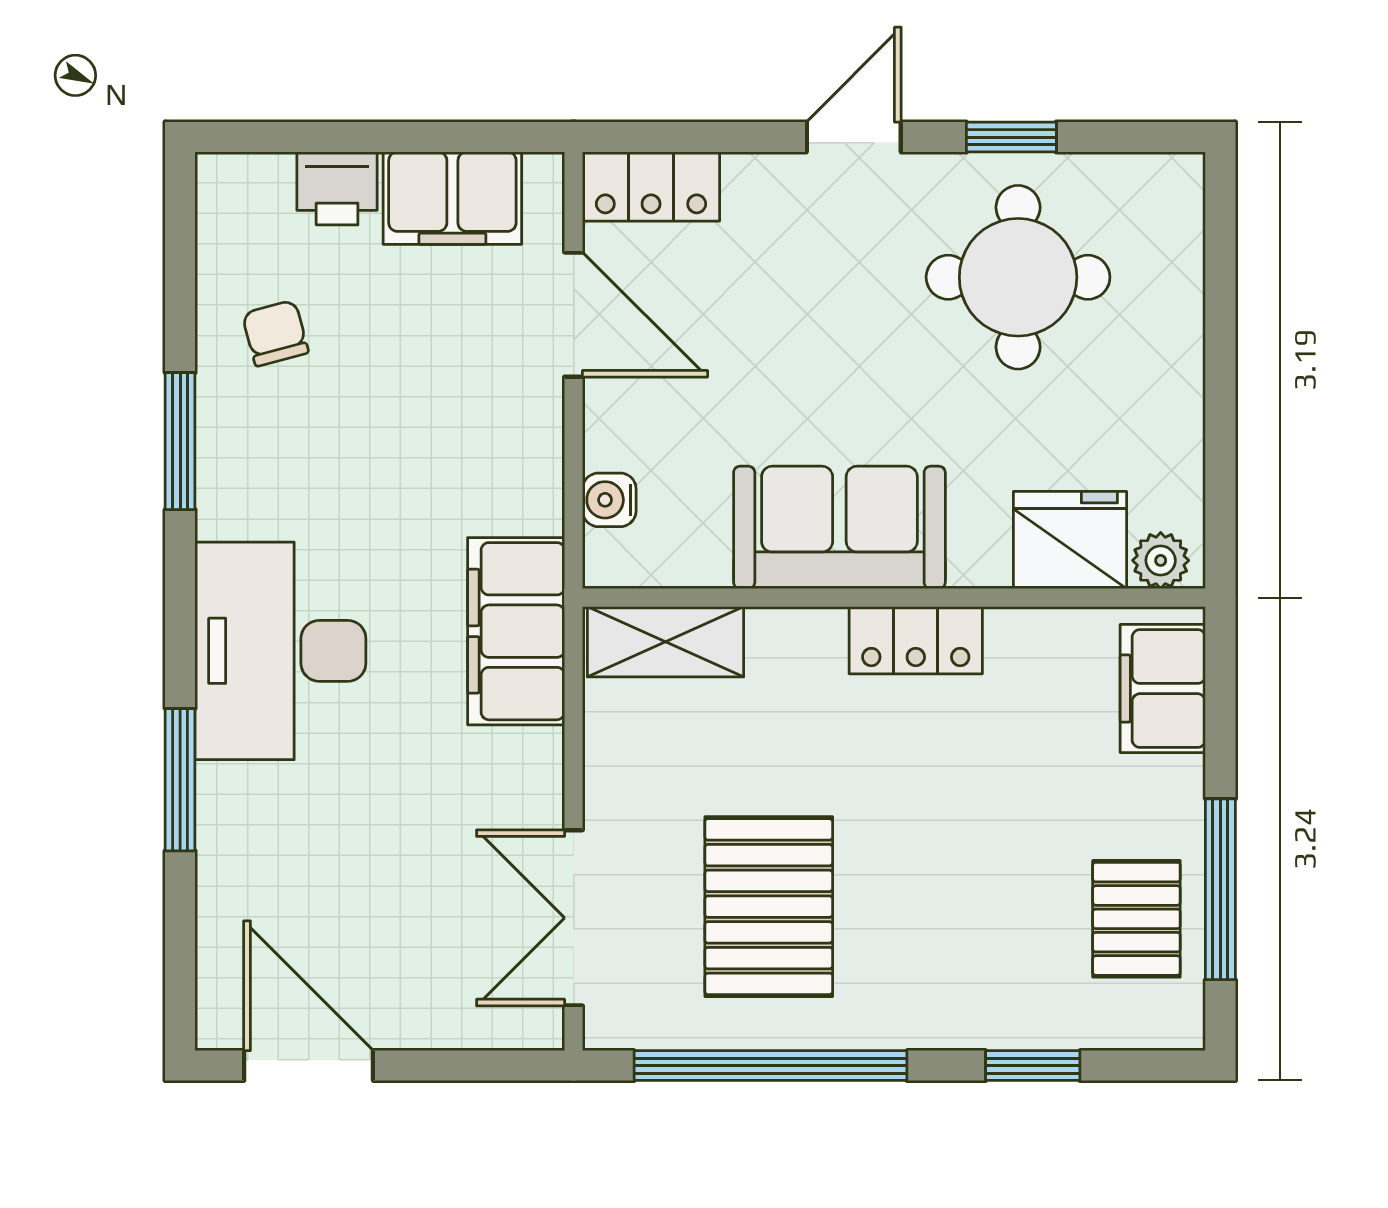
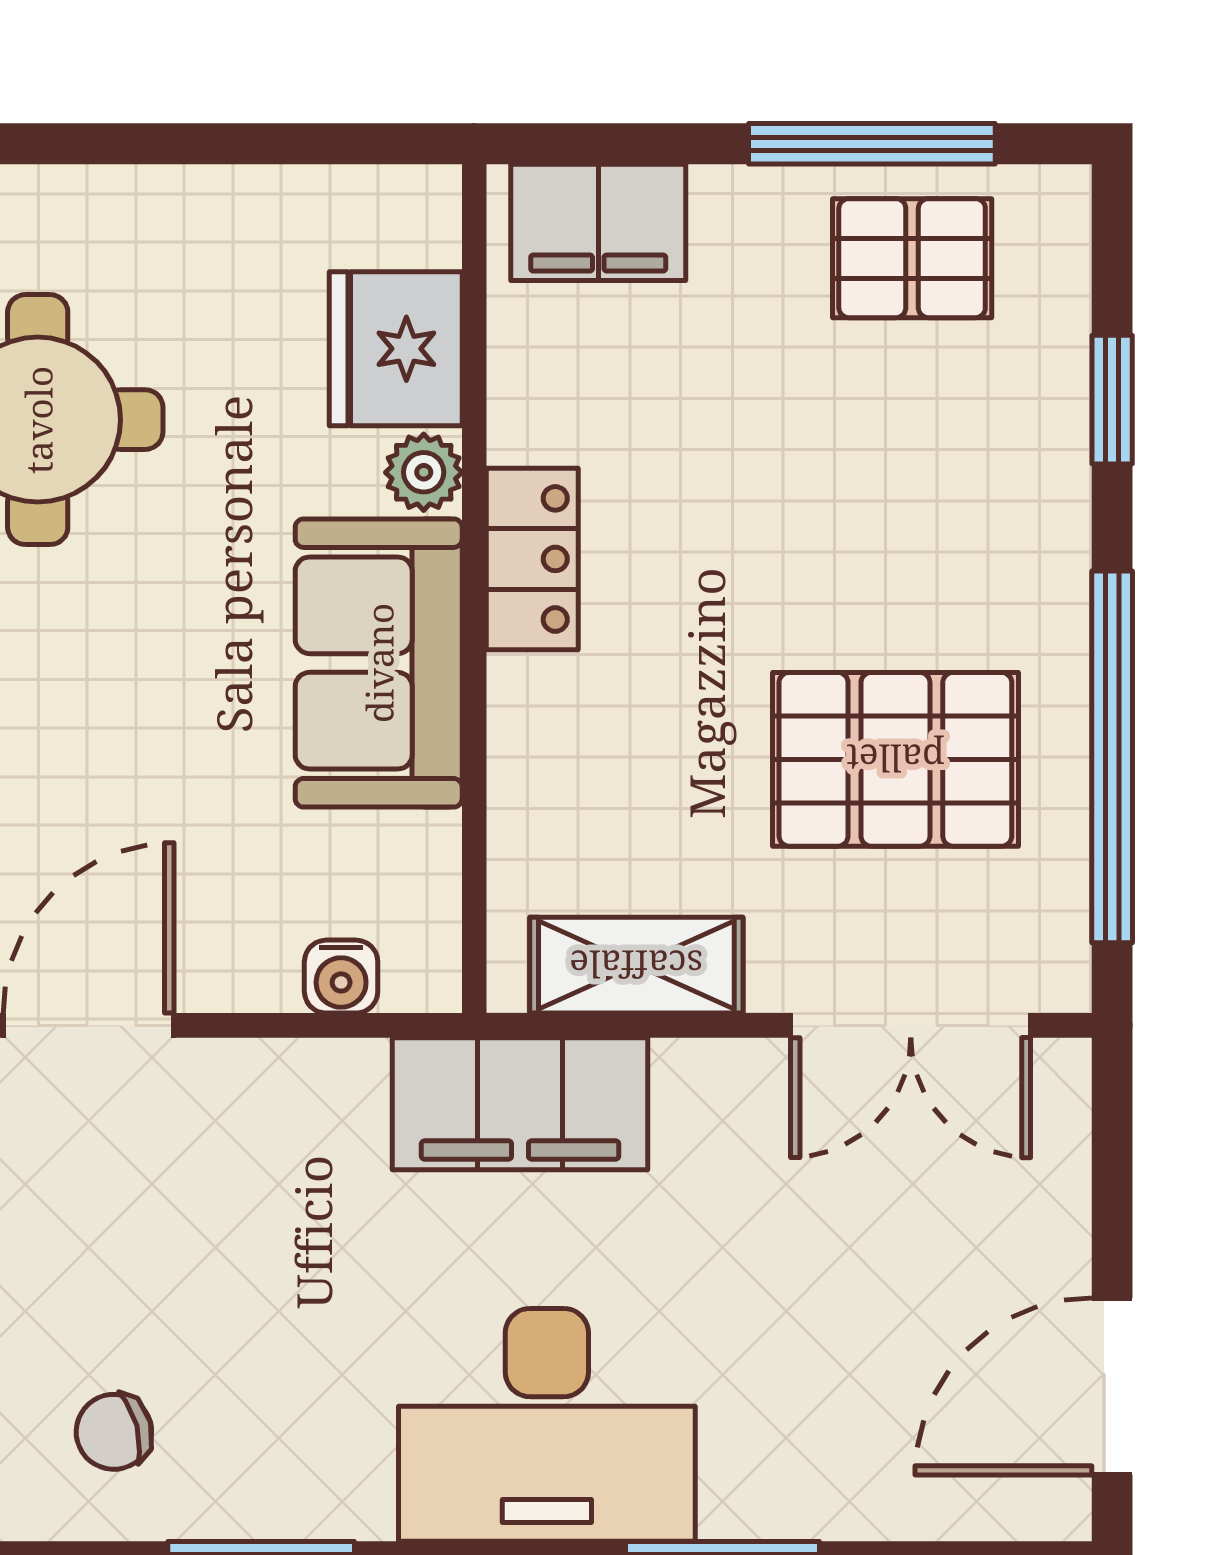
plant: (1161, 560) -> (424, 472), moved
shelving: (665, 642) -> (636, 965), moved, turned 90

